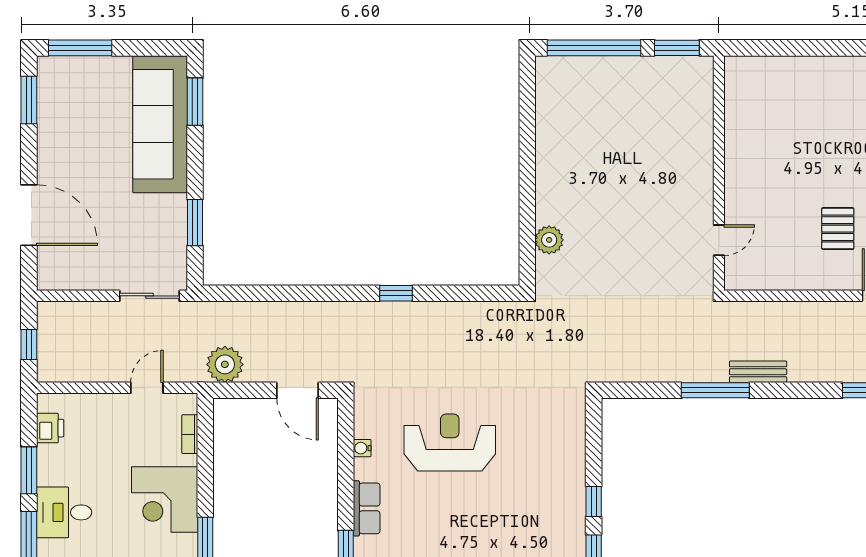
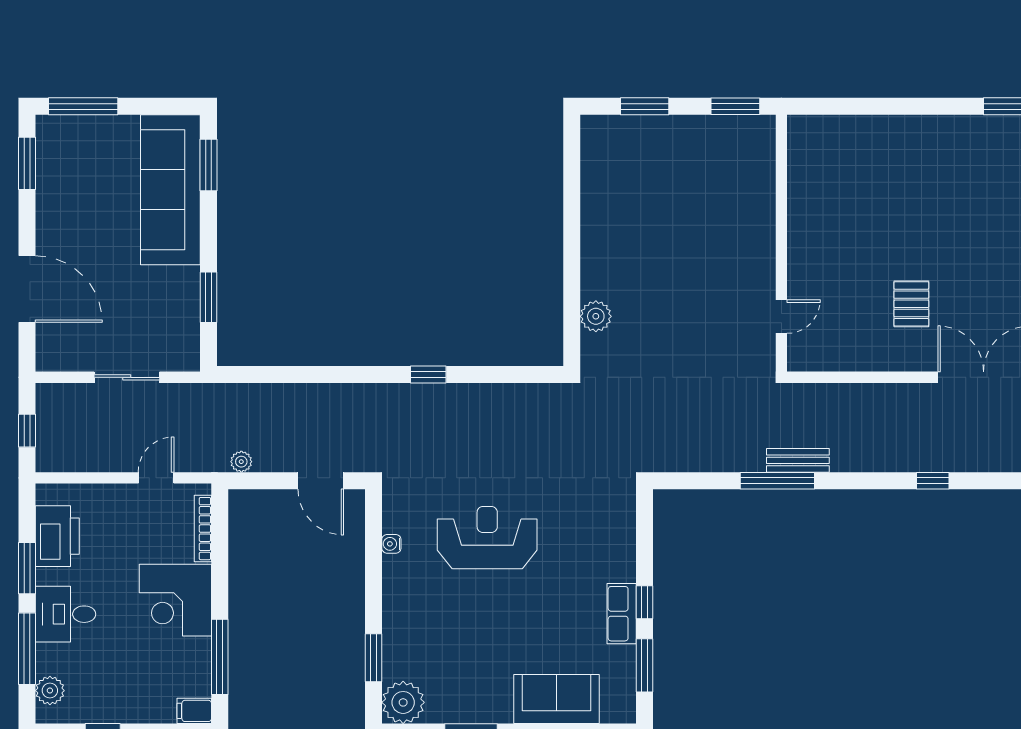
window: (594, 48) -> (645, 106), width x0.47
sliding door: (150, 296) -> (127, 377), moved
plant: (225, 364) -> (241, 462), width x0.53, depth x0.53
bench: (758, 372) -> (798, 460), moved
printer: (50, 428) -> (57, 536), width x1.87, depth x1.48
bookcase: (190, 434) -> (203, 529), width x1.56
row of seats: (367, 508) -> (622, 614), moved, turned 180

